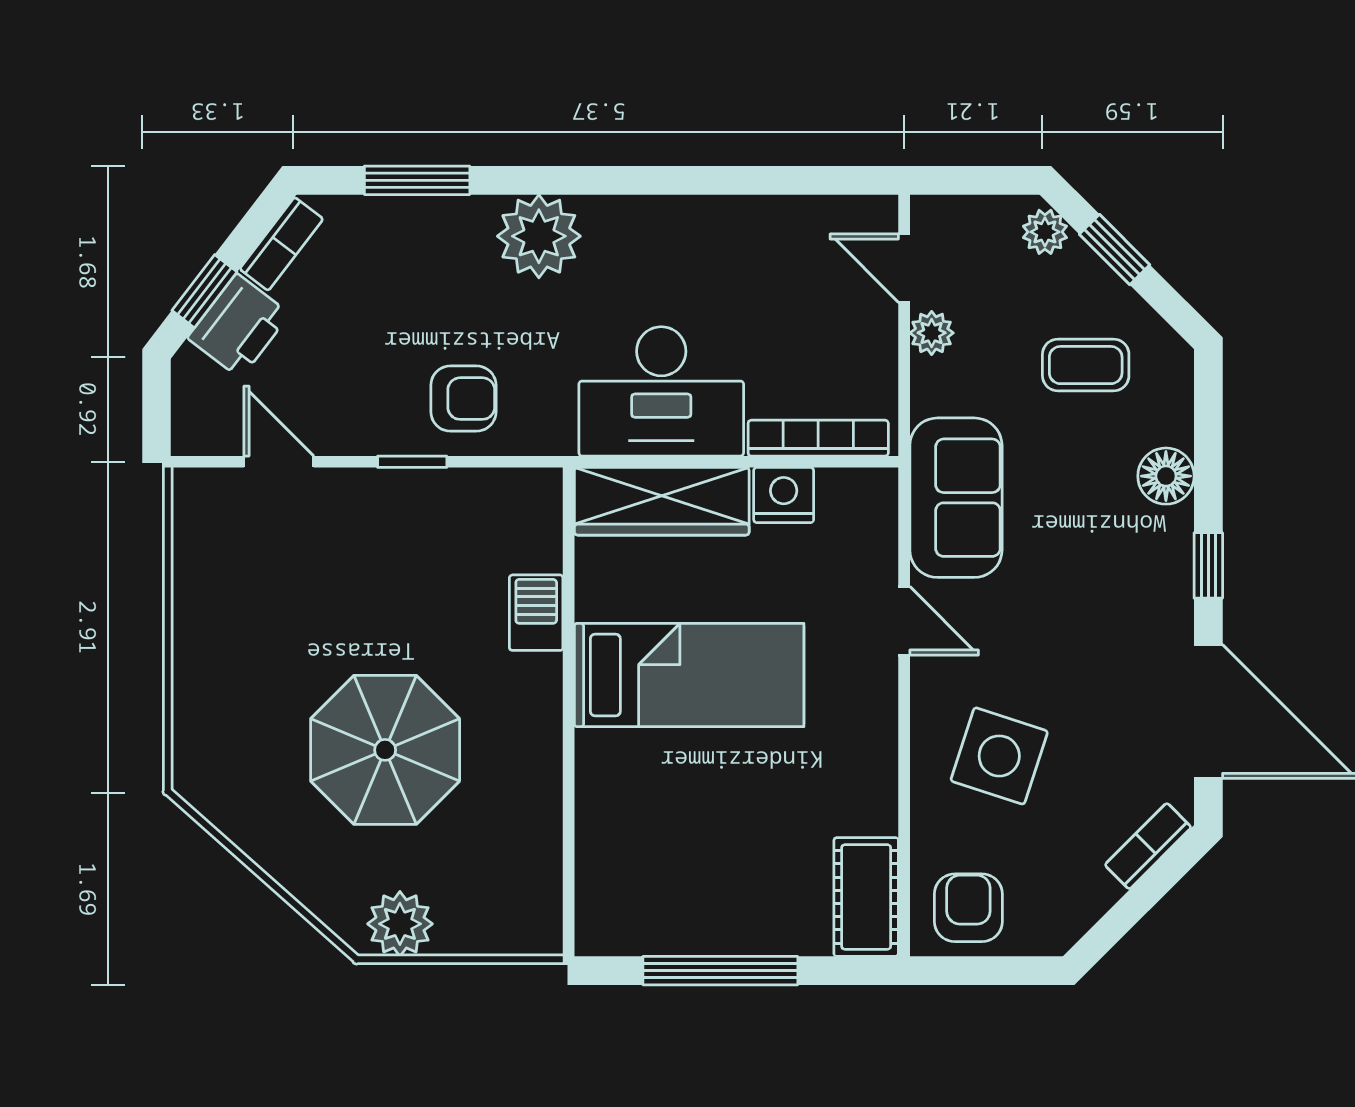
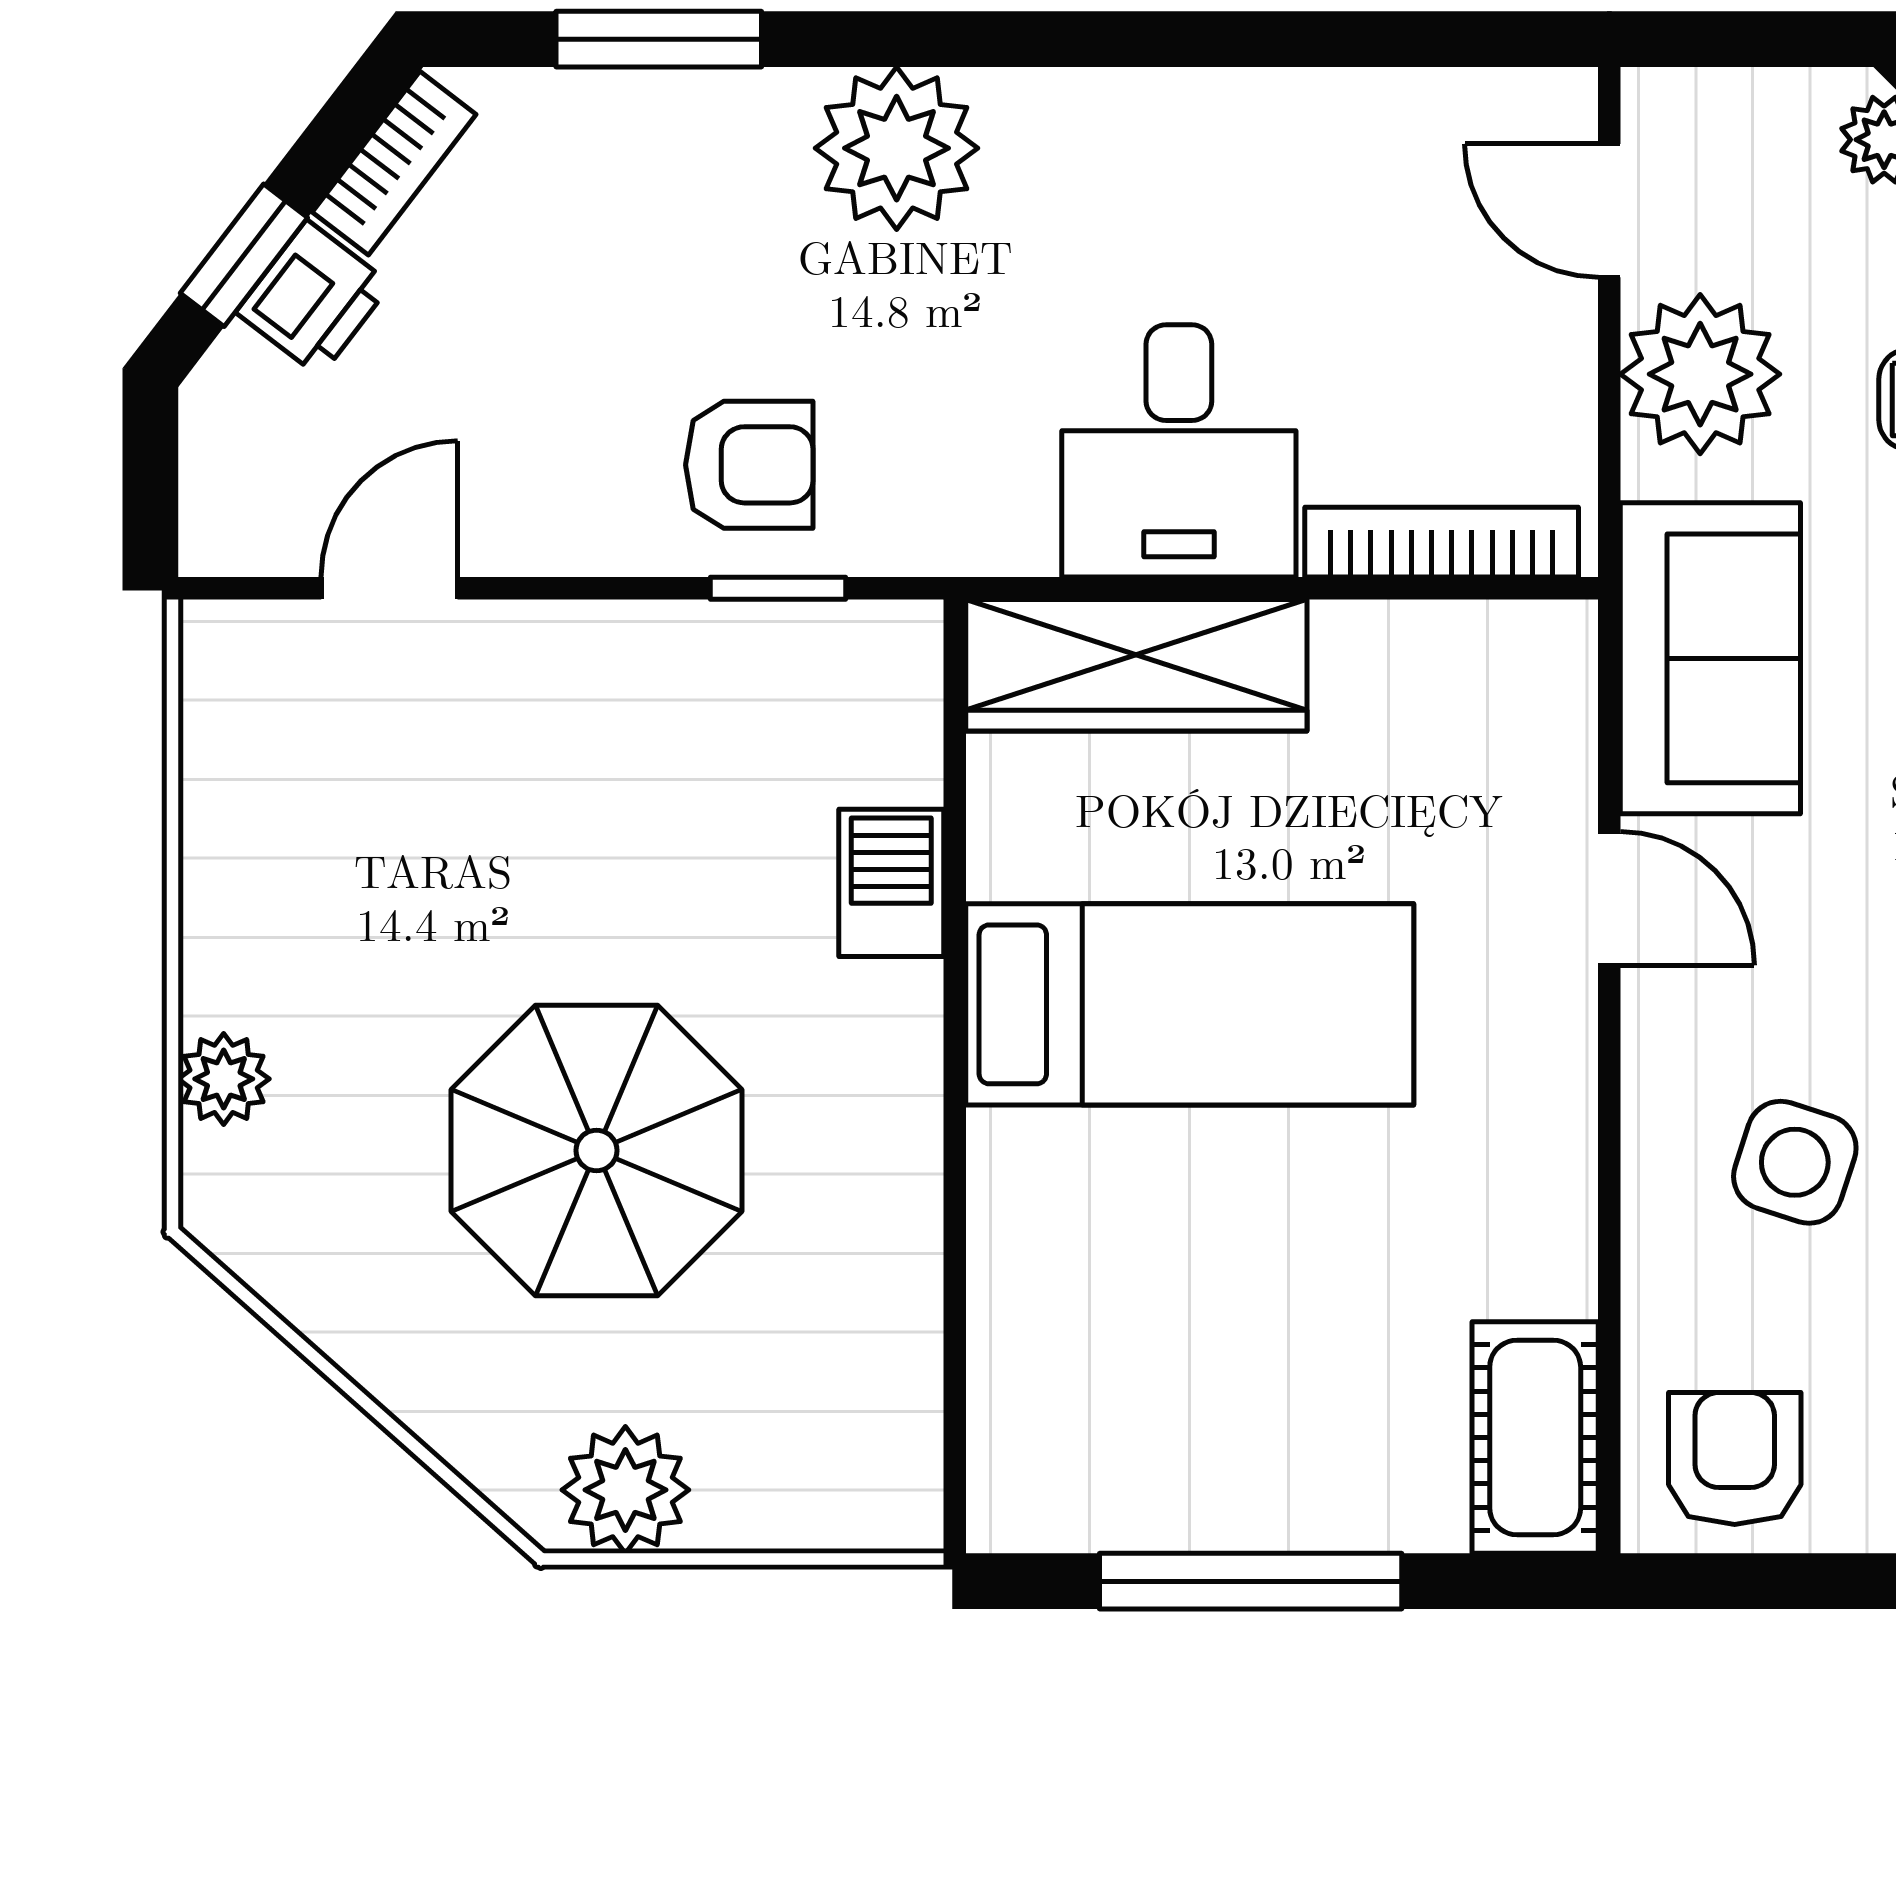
printer: (239, 326) -> (313, 298), width x0.73, depth x0.81
plant: (932, 333) -> (1700, 374), width x1.87, depth x1.87
desk: (661, 391) -> (1179, 451), width x0.73
door: (279, 462) -> (389, 588), hinge flipped
window: (412, 462) -> (778, 588), moved
nightstand: (784, 495) -> (1374, 653), removed
plant: (194, 713) -> (224, 1079), added
side table: (999, 756) -> (1795, 1162), width x0.73, depth x0.73

